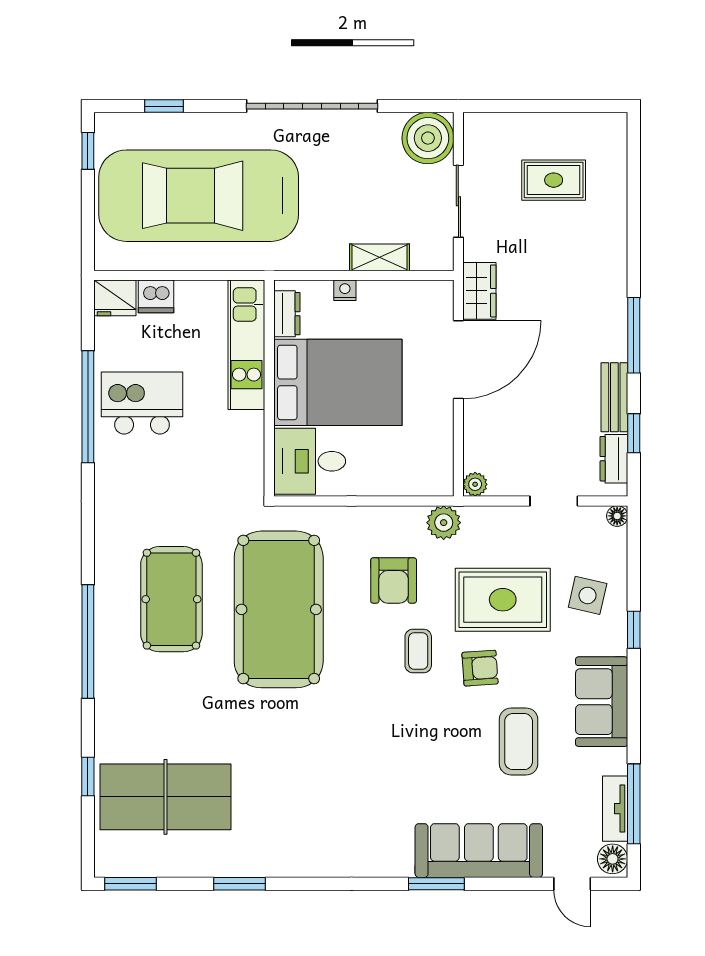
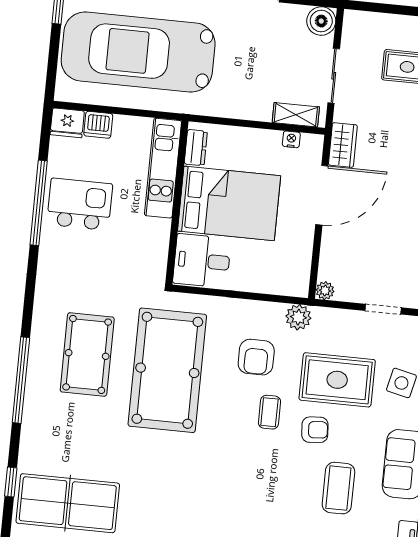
boiler: (428, 138) -> (321, 21), width x0.73, depth x0.73
shelving: (379, 257) -> (296, 115), moved
nightstand: (345, 290) -> (291, 139), moved

